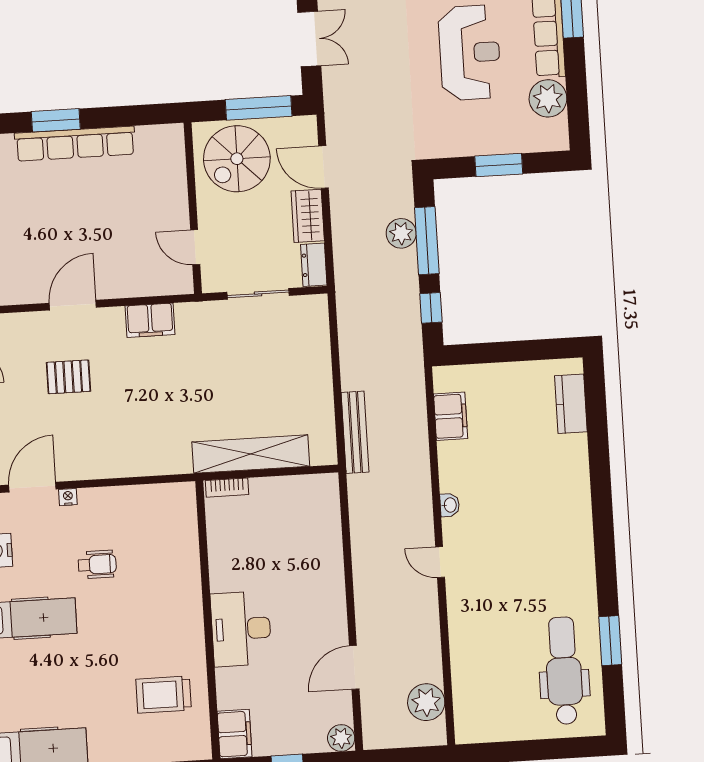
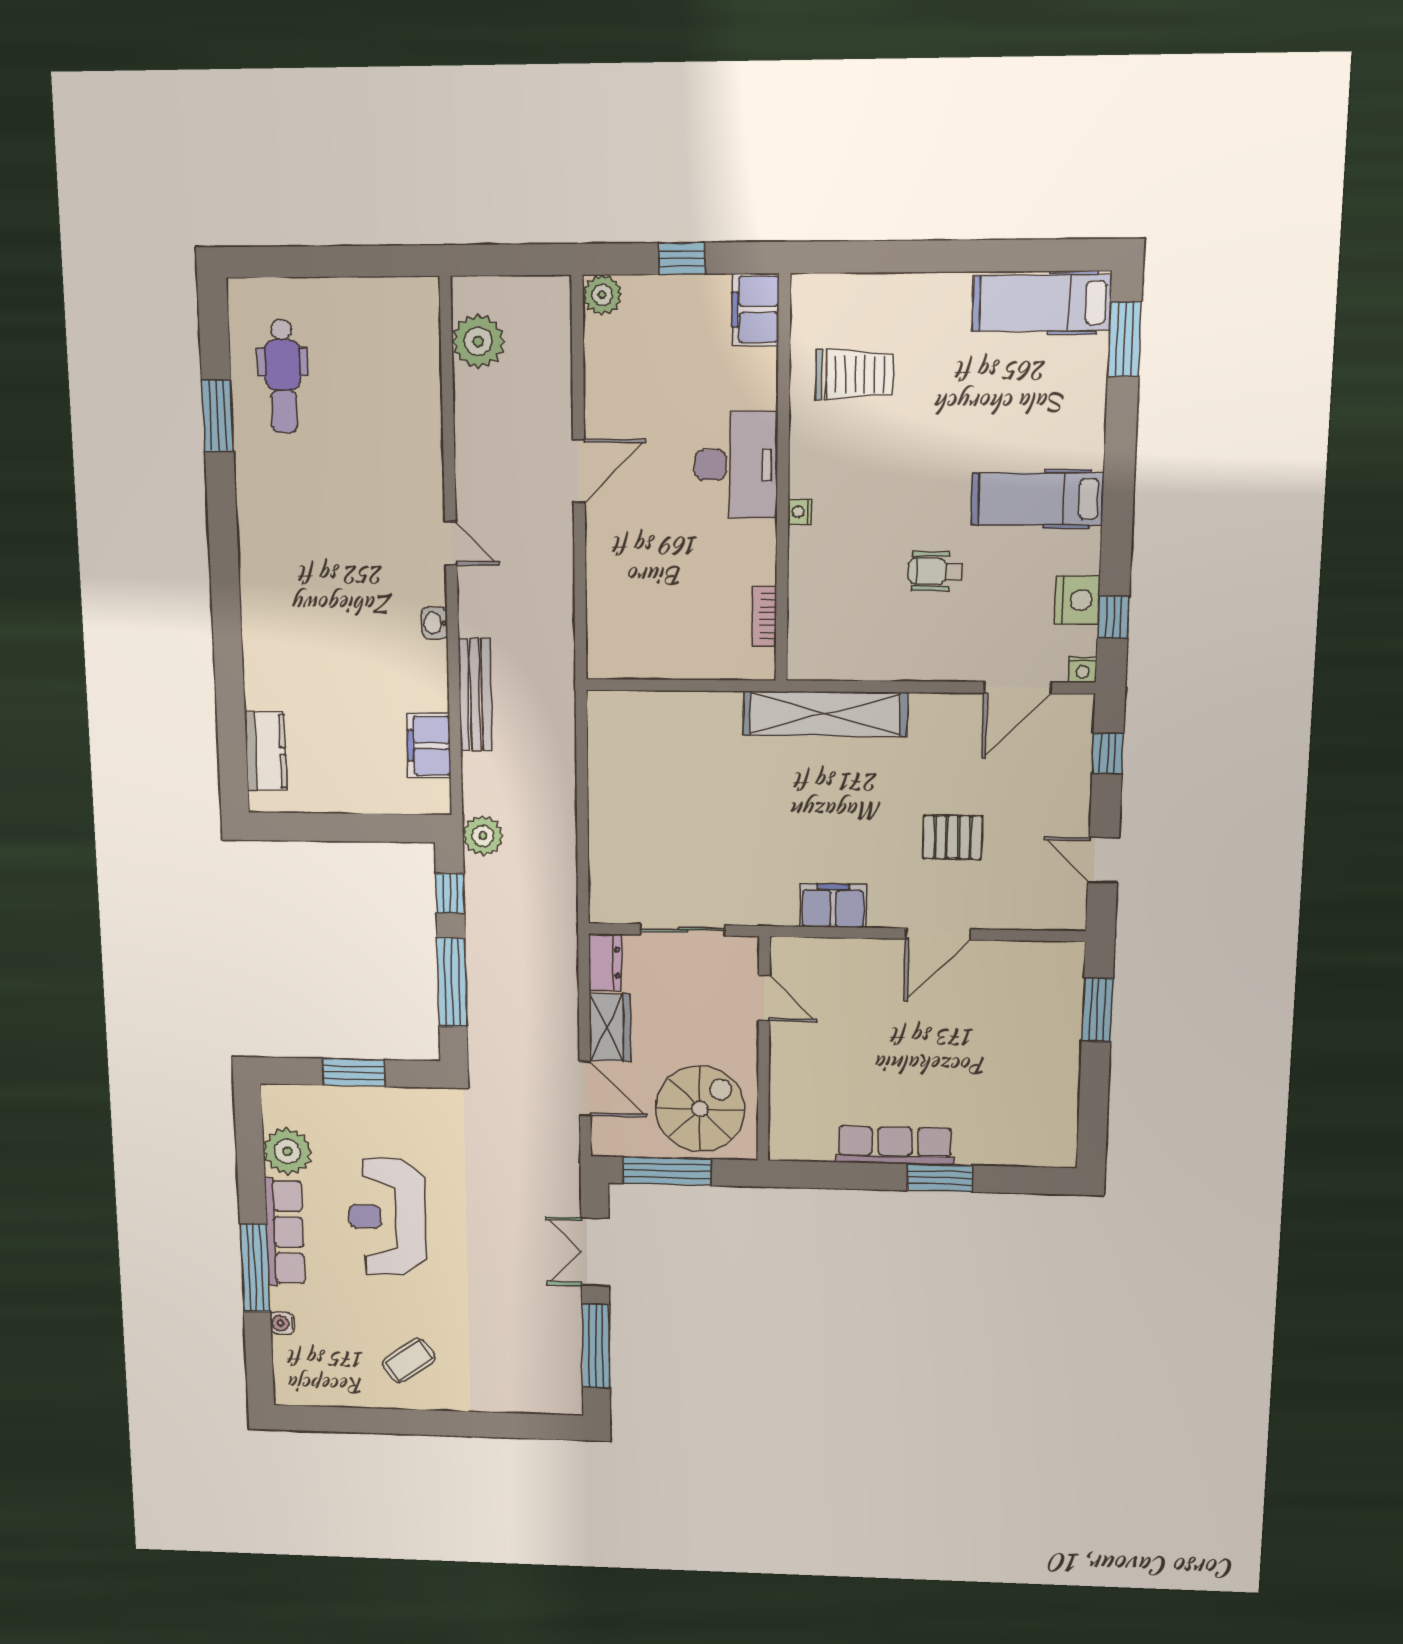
row of seats: (75, 144) -> (895, 1145), width x0.73
plant: (401, 233) -> (483, 836), moved
bench: (355, 432) -> (475, 695), moved
shelving: (251, 454) -> (825, 714), moved
bookcase: (227, 488) -> (764, 616), moved, turned -90
nightstand: (68, 497) -> (800, 512), moved, turned 90
door: (354, 667) -> (579, 471), moved
dental chair: (564, 671) -> (283, 376), width x0.73, depth x0.72

